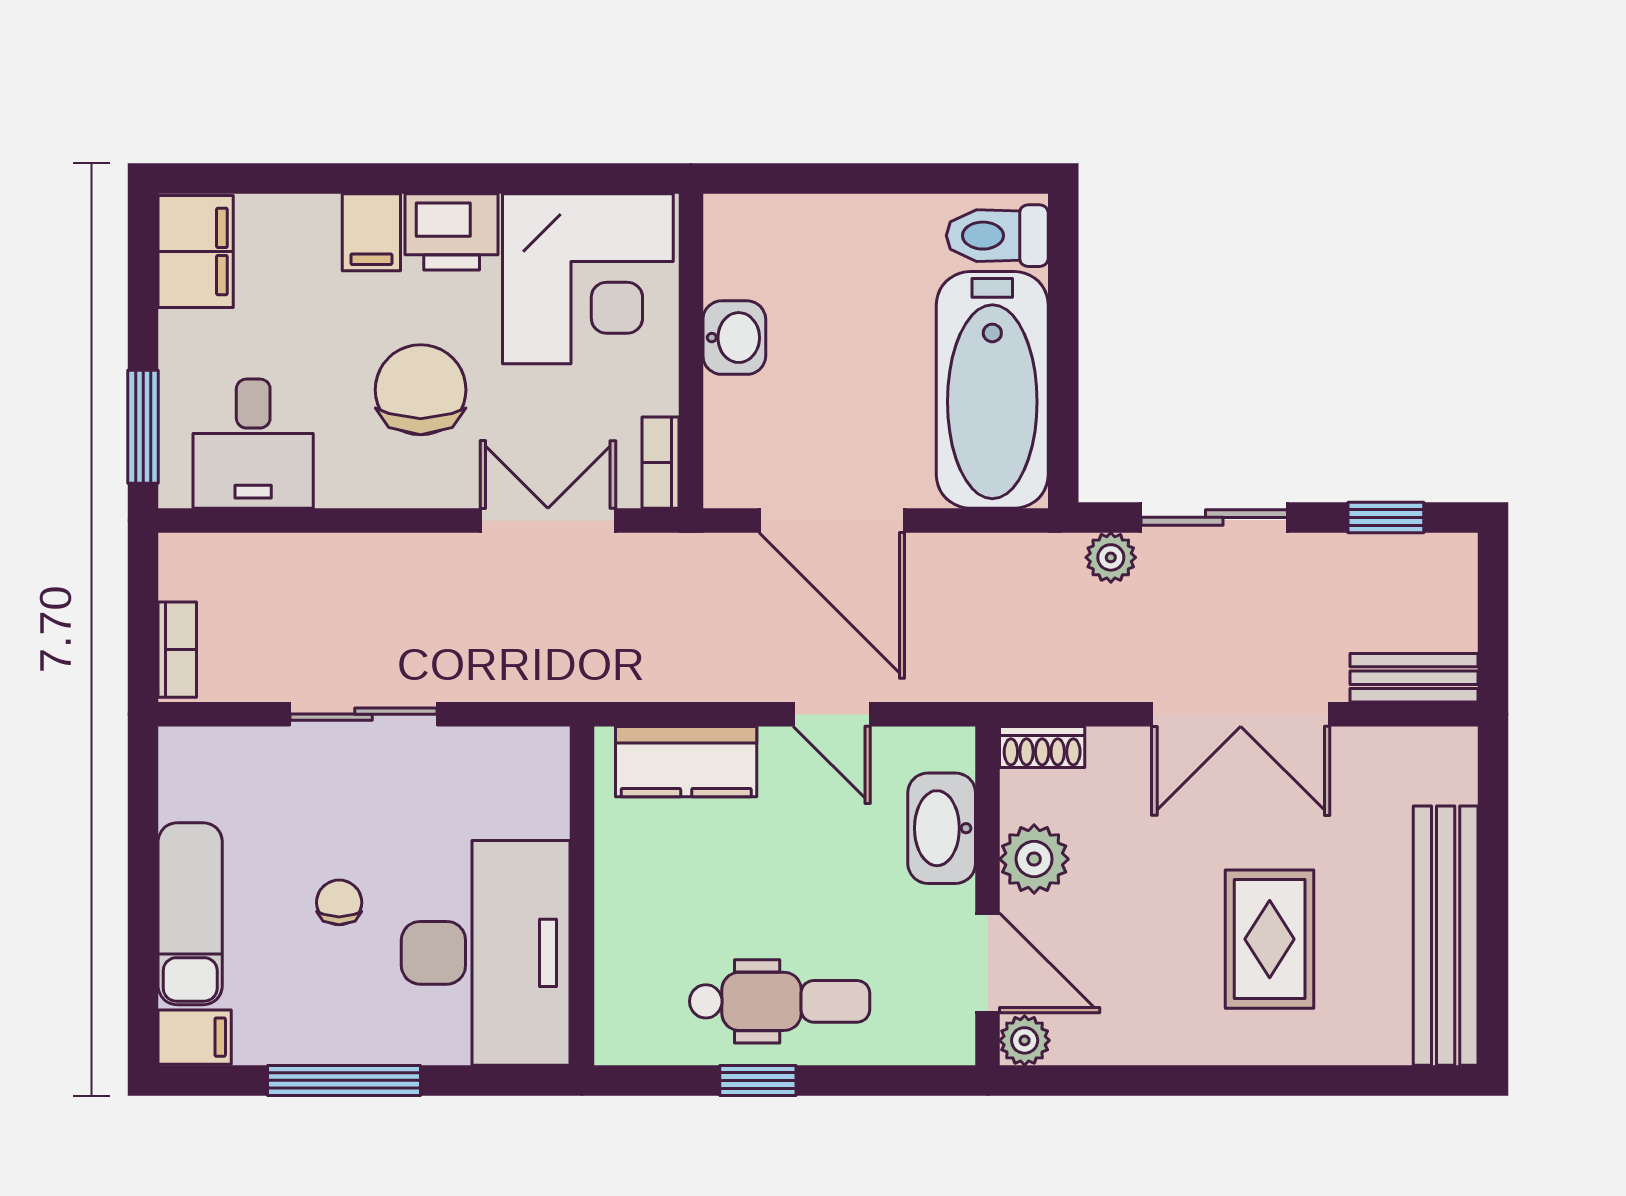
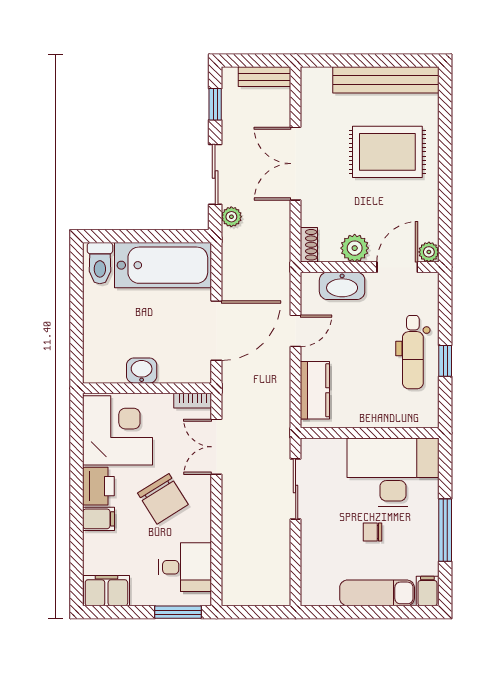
chair: (421, 390) -> (163, 499), turned -122
bookcase: (177, 650) -> (269, 598), removed
bench: (1414, 678) -> (264, 77), moved, turned 90
sliding door: (363, 714) -> (296, 489), moved
double door: (1241, 714) -> (296, 164), swing flipped
rug: (1270, 939) -> (387, 152), width x1.36, depth x1.43
dental chair: (780, 1001) -> (413, 352), turned 180

